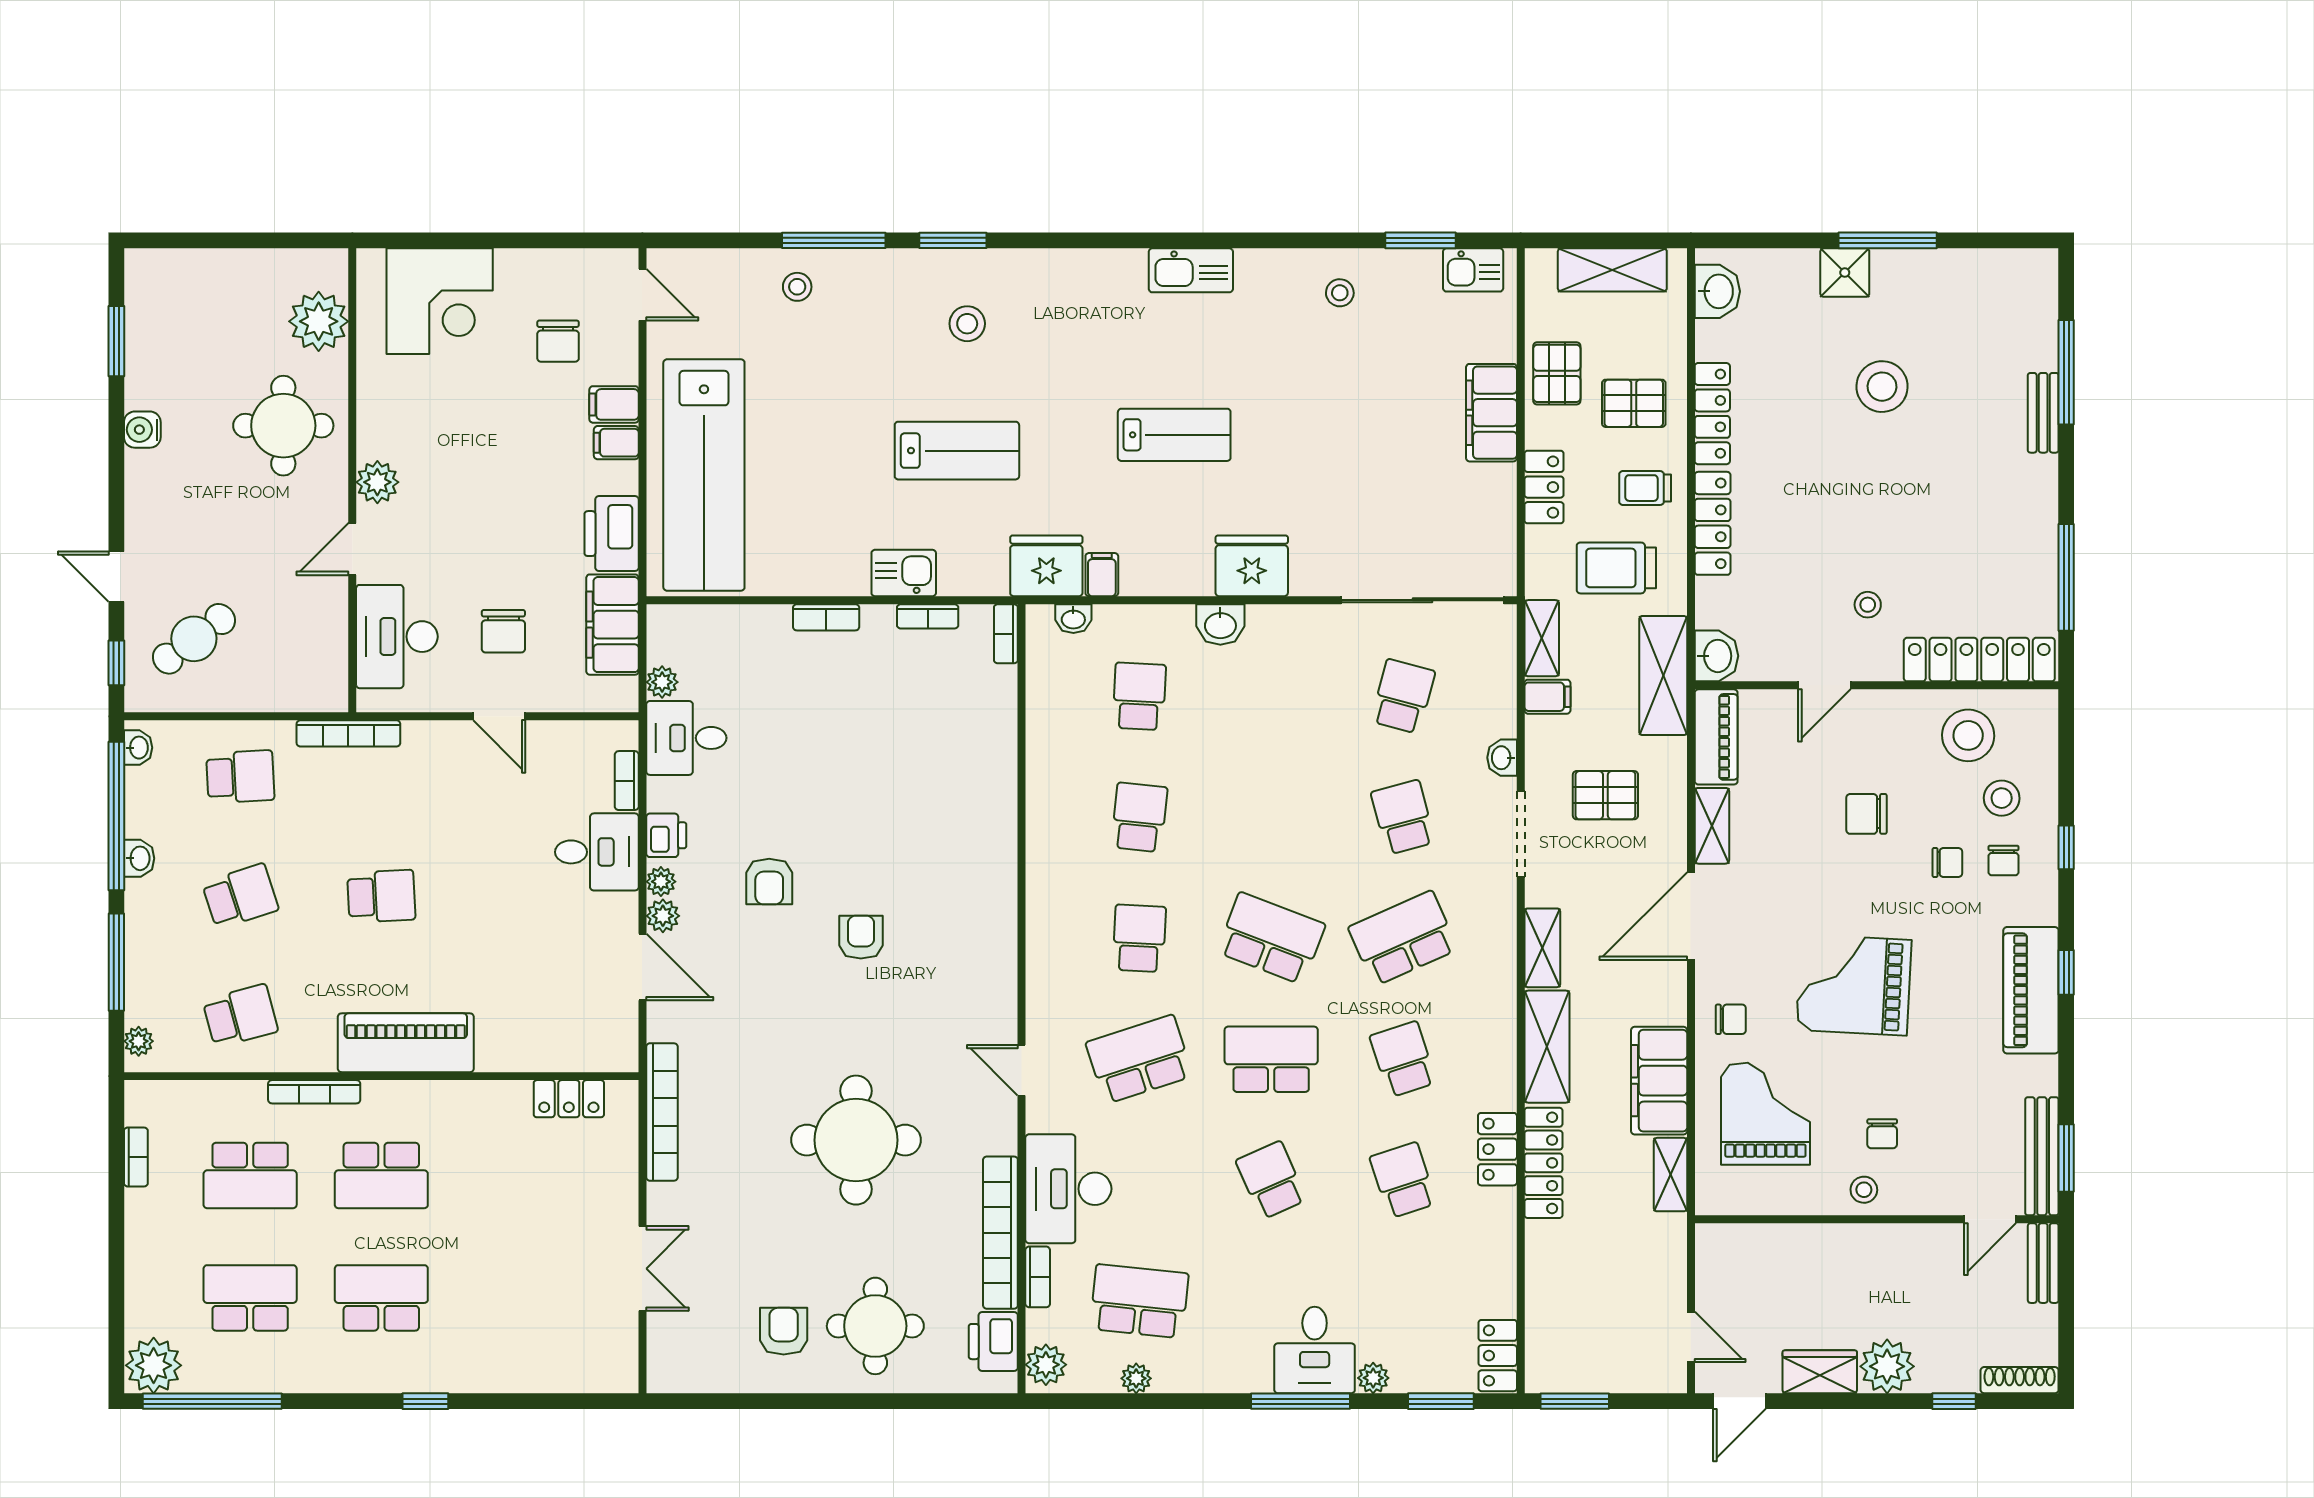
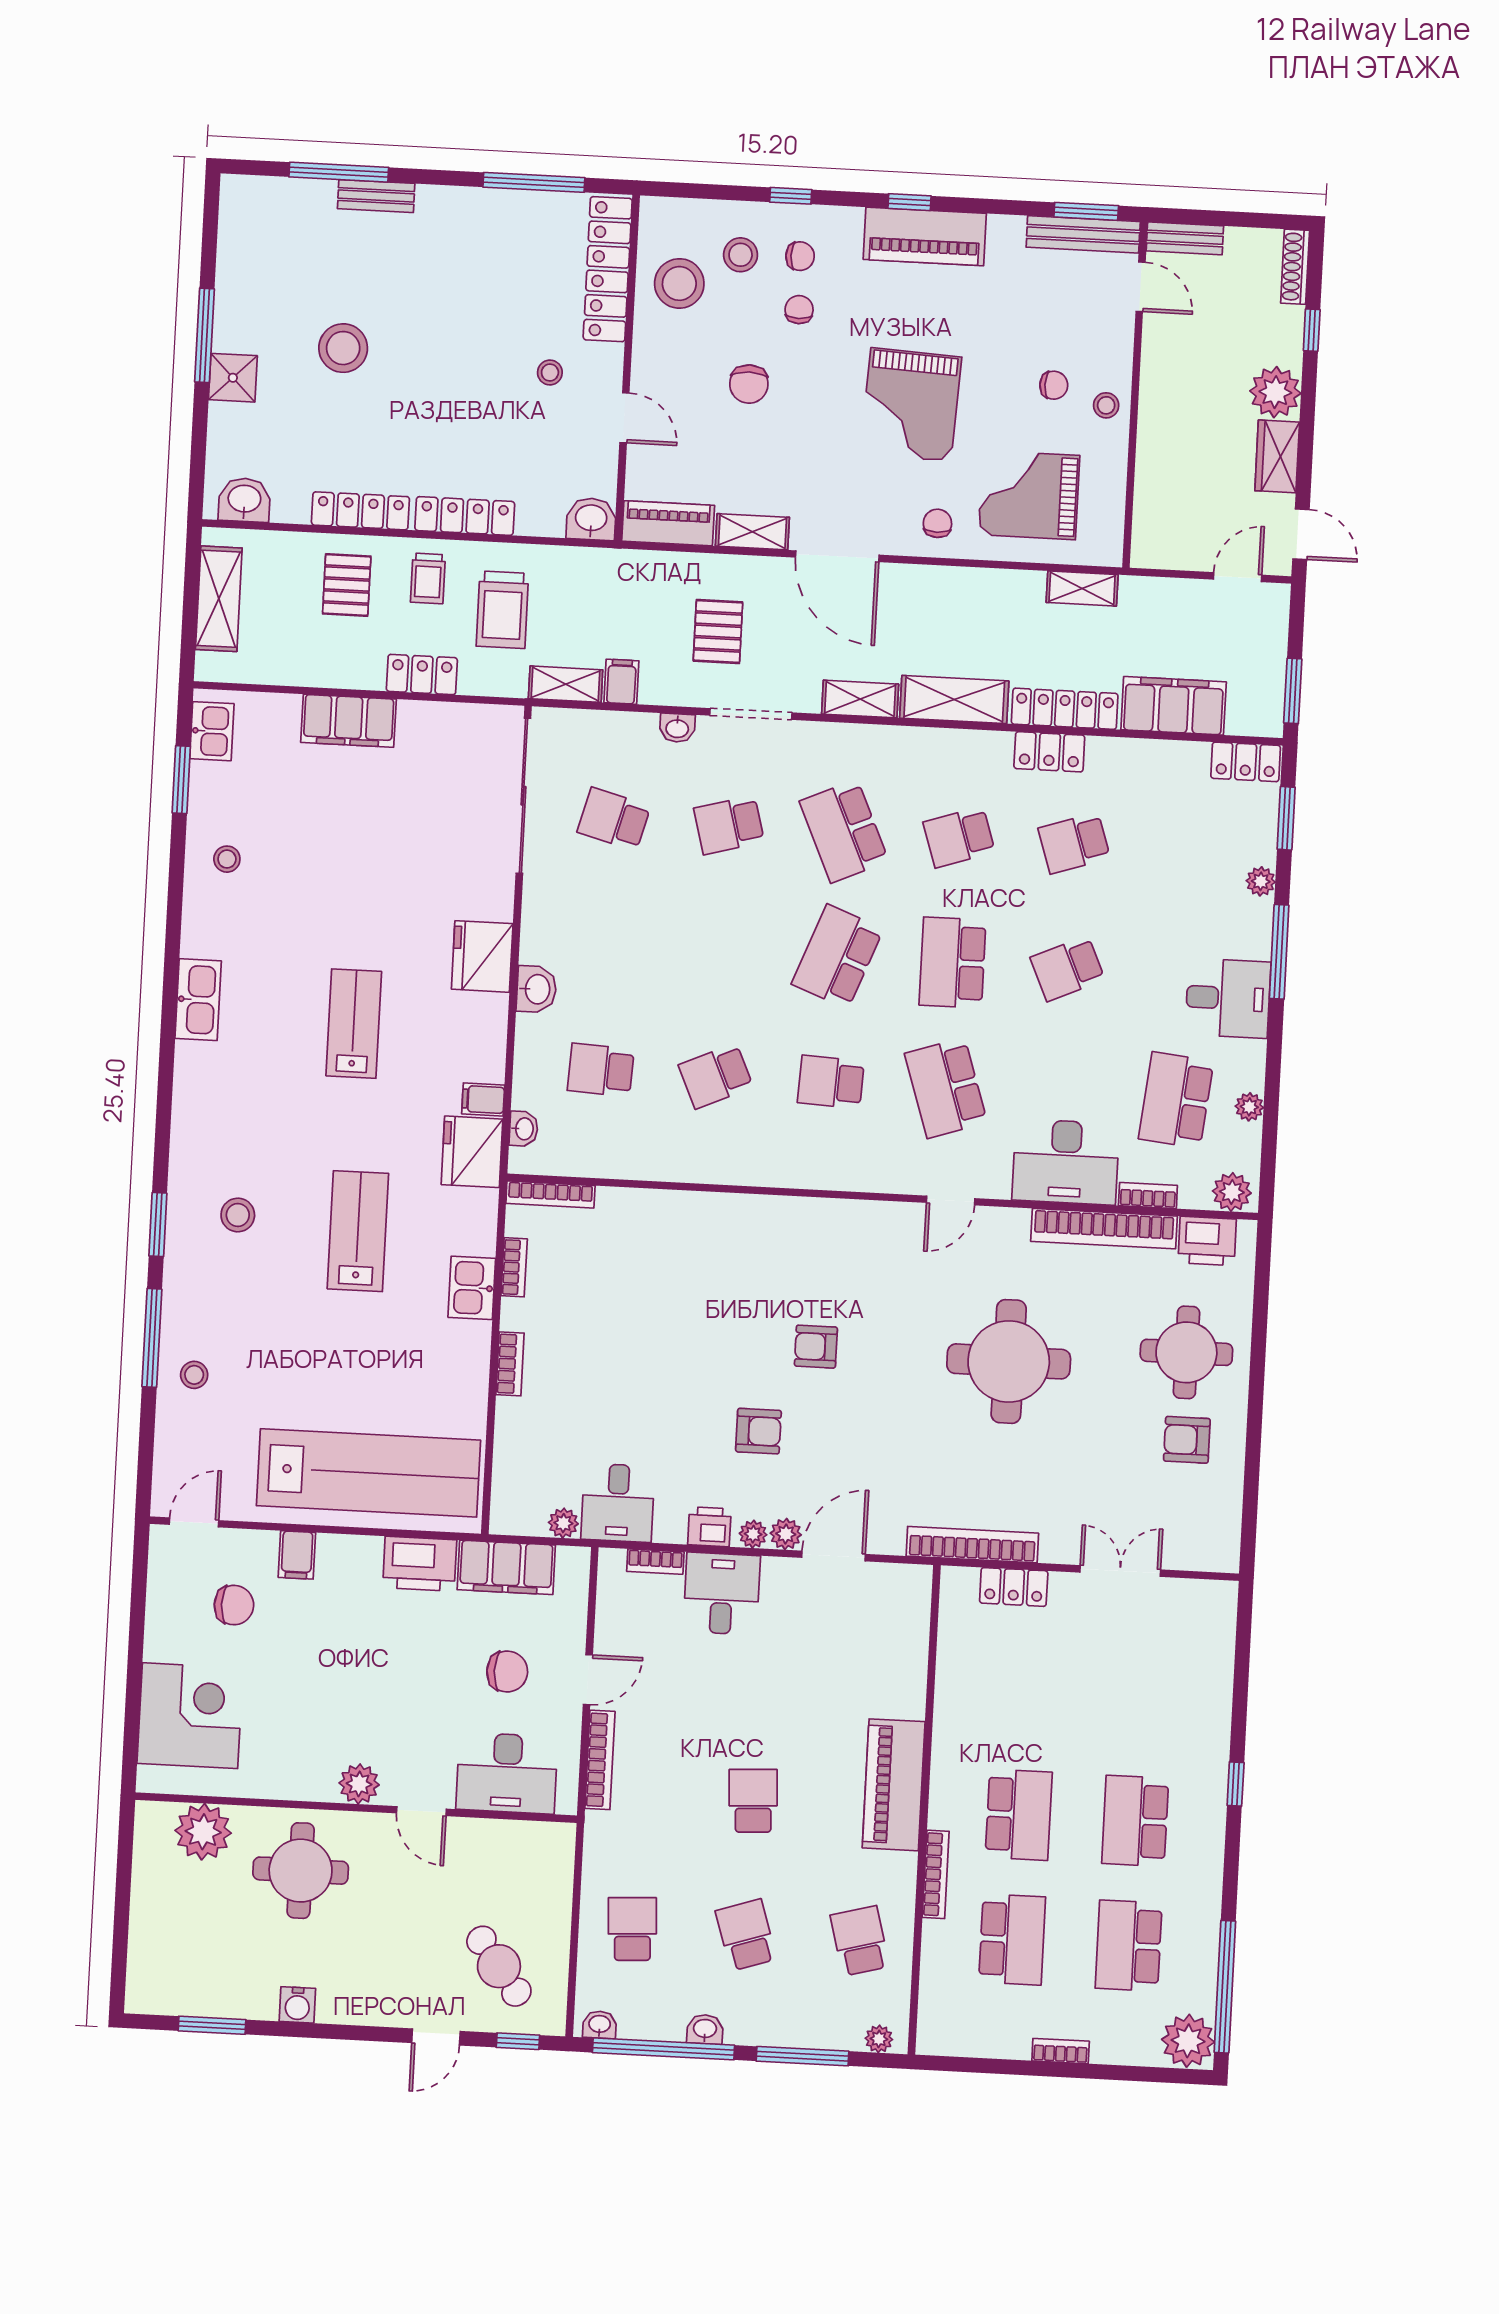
pallet: (1557, 373) -> (314, 657), removed
filing cabinet: (616, 443) -> (333, 1555), removed
bookcase: (1006, 634) -> (550, 1195), width x1.56
shelving: (1663, 676) -> (607, 571), removed
bookcase: (348, 733) -> (600, 1760), moved
school desk: (1139, 817) -> (716, 1076), turned -30
filing cabinet: (1659, 1081) -> (1174, 706), moved, turned 180
locker: (569, 1099) -> (1014, 1587), moved, turned 90
bookcase: (136, 1157) -> (1061, 2051), moved
desk: (1315, 1350) -> (1228, 998), moved

